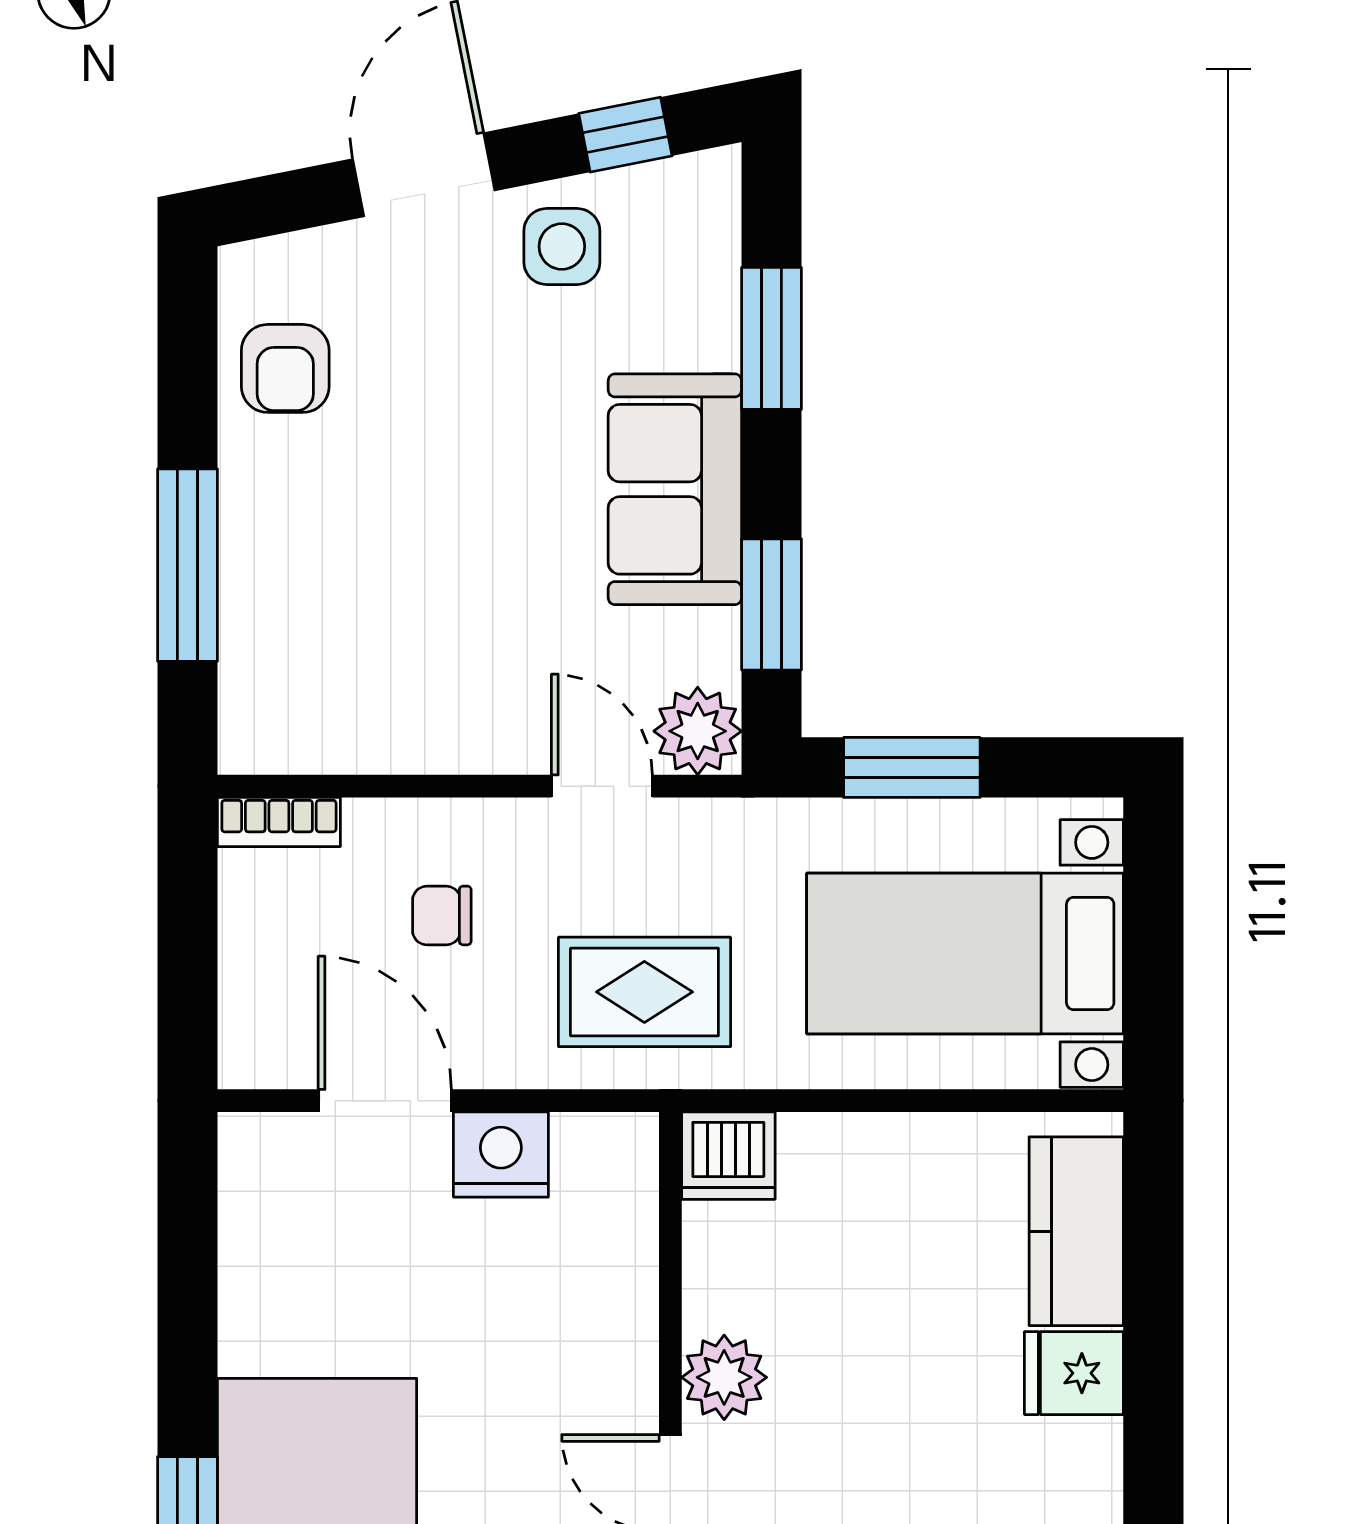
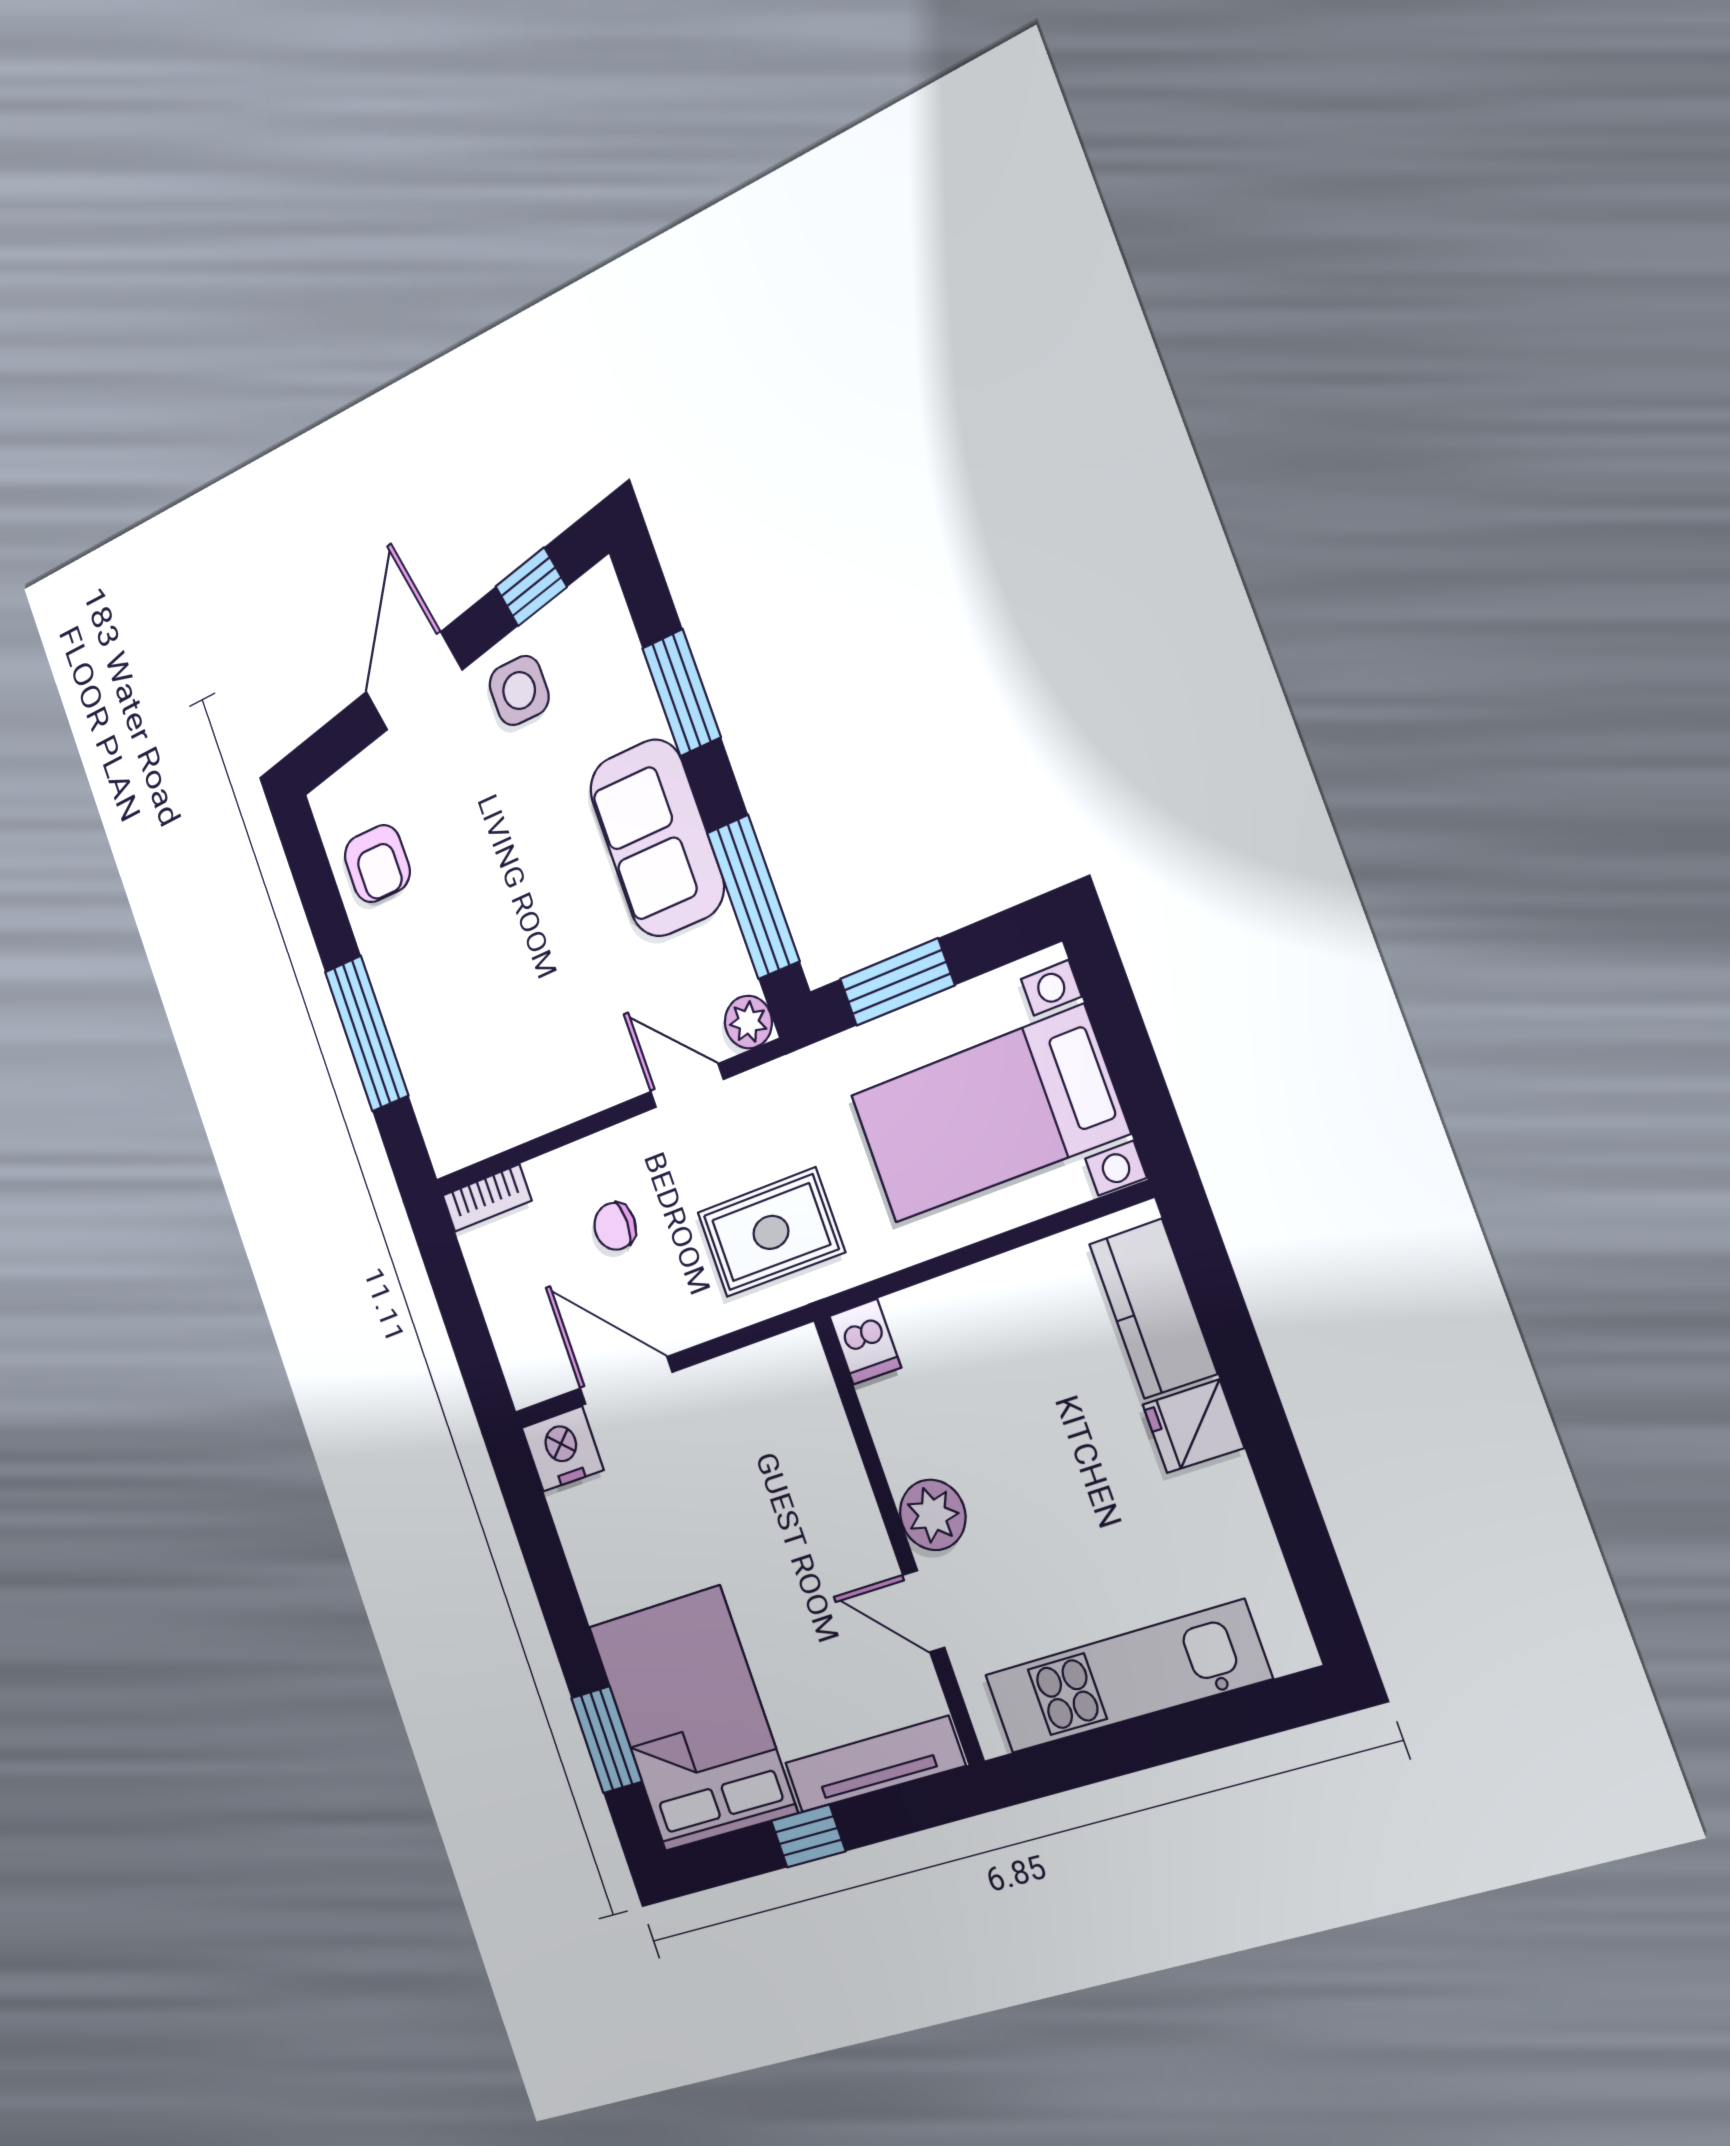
window: (772, 604) -> (753, 897), width x1.44
plant: (698, 731) -> (748, 1022), width x0.73, depth x0.73
nightstand: (501, 1154) -> (563, 1449), moved
dishwasher: (728, 1156) -> (865, 1342), width x0.73

